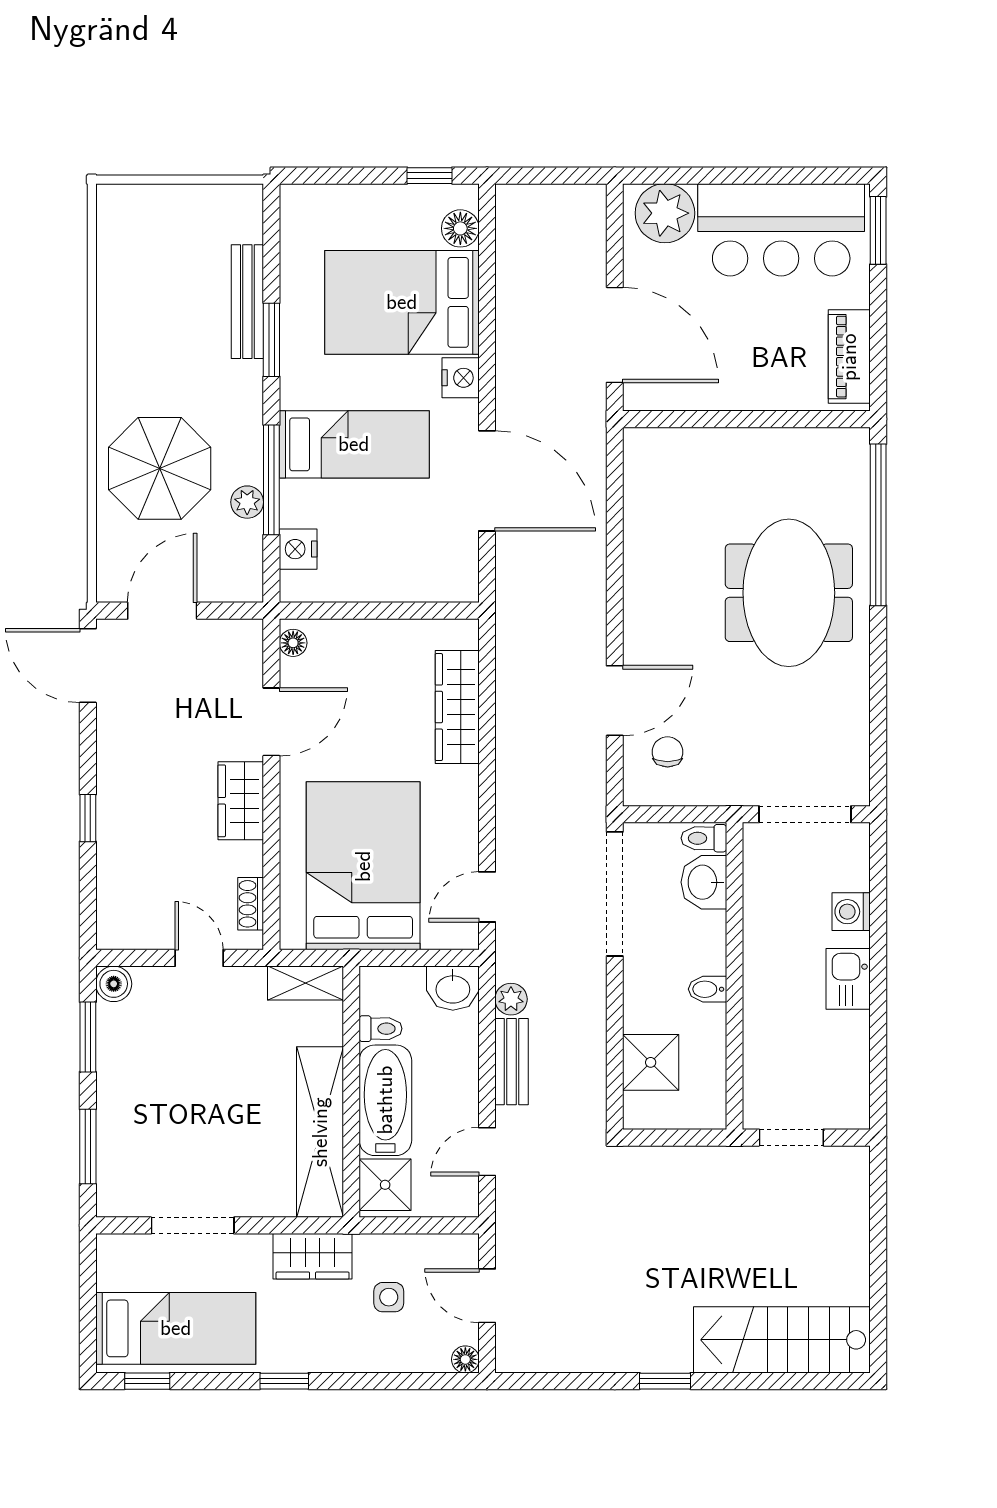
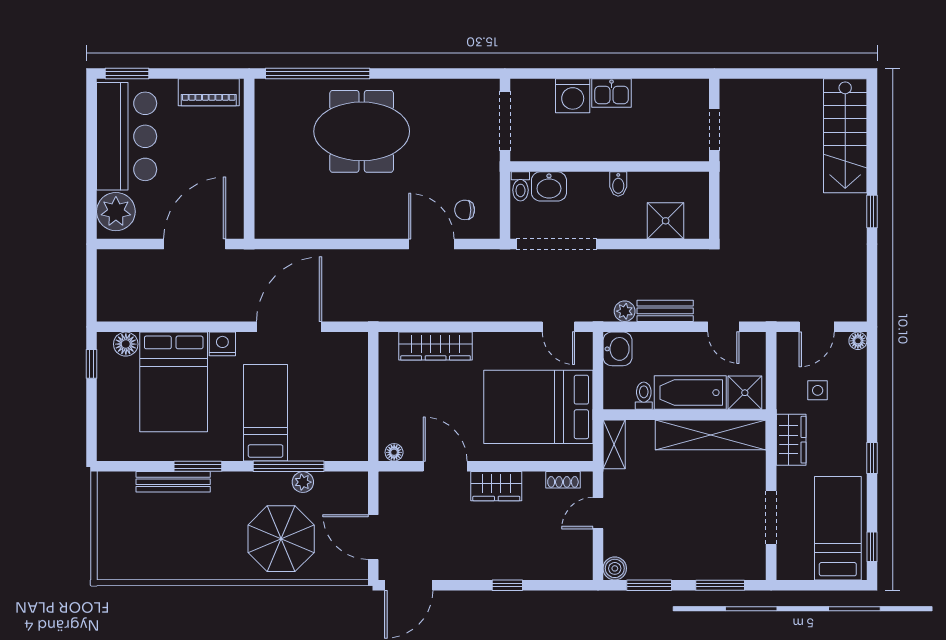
nightstand: (298, 549) -> (333, 449), removed
washing machine: (851, 912) -> (573, 96), width x1.38, depth x1.38

